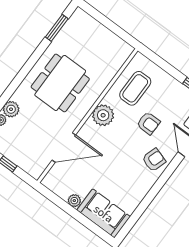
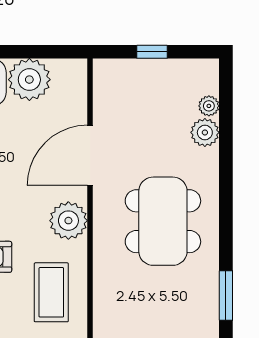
door: (64, 147) -> (90, 155), moved
plant: (74, 201) -> (29, 80), width x1.87, depth x1.87

